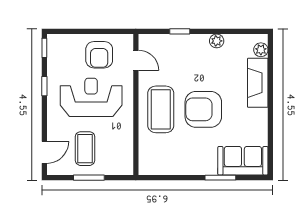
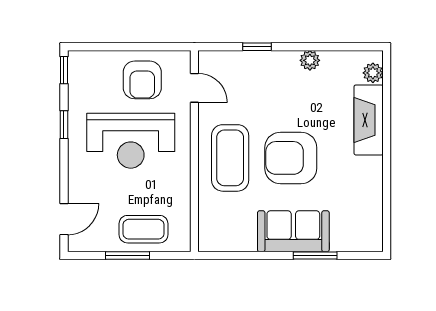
reception desk: (91, 97) -> (131, 141), turned 180
coffee table: (85, 149) -> (144, 229), moved, turned 90
sofa: (243, 161) -> (293, 231), moved

